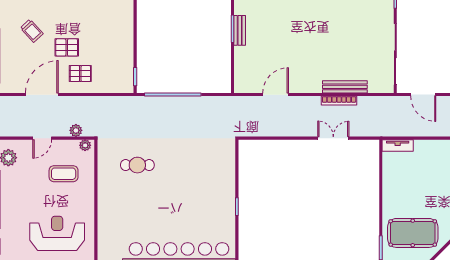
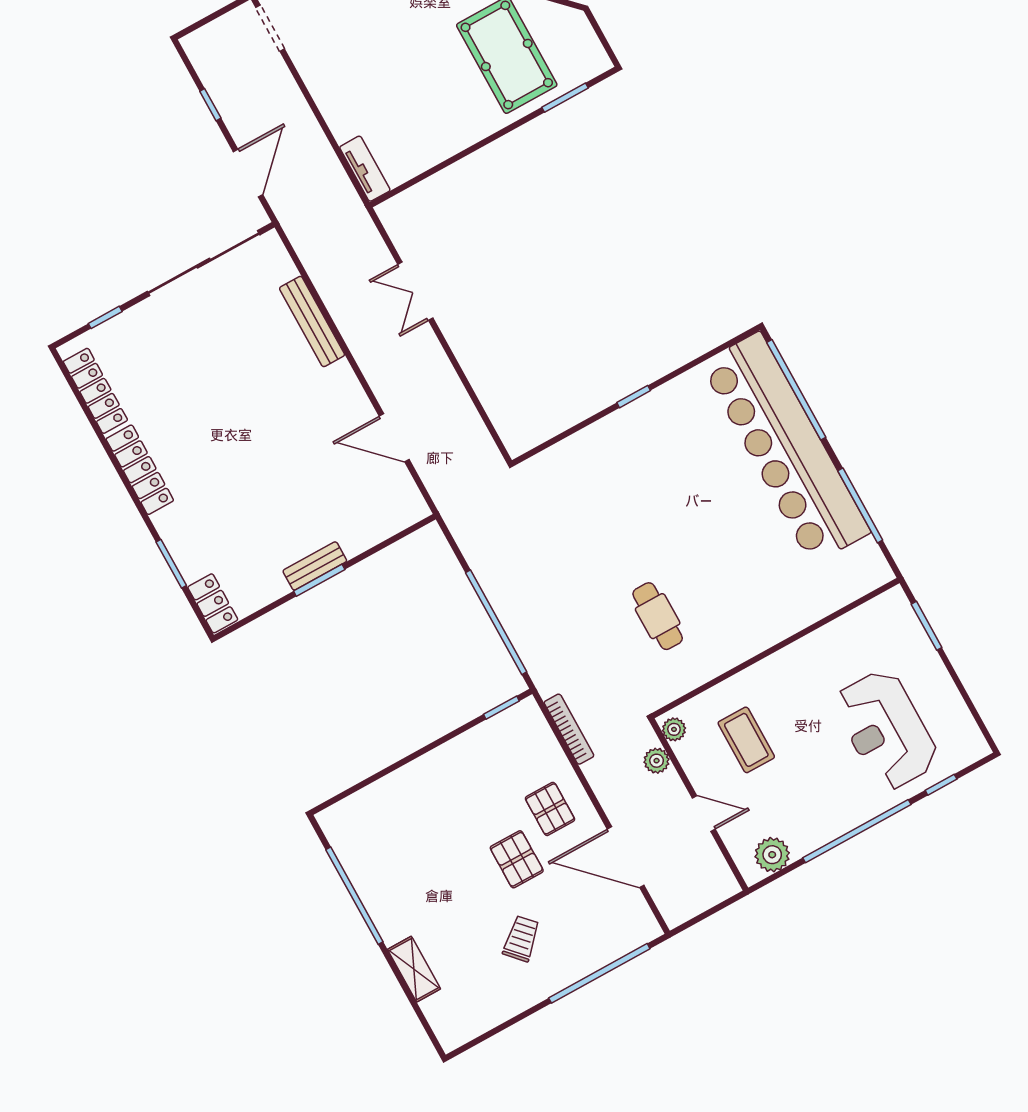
bookcase: (339, 100) -> (569, 729), moved
reception desk: (57, 233) -> (886, 730), moved

